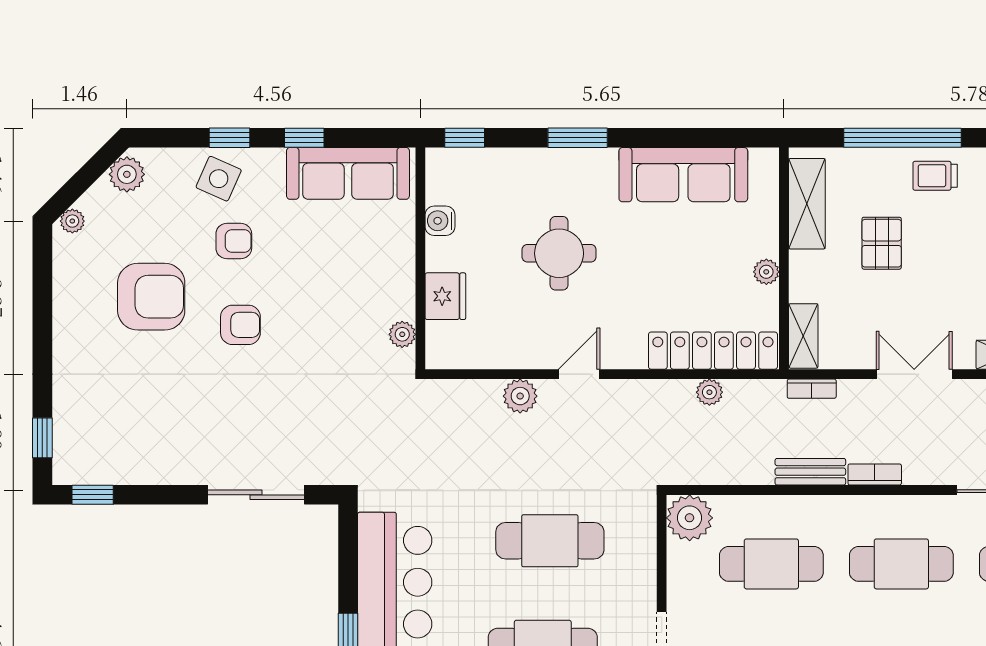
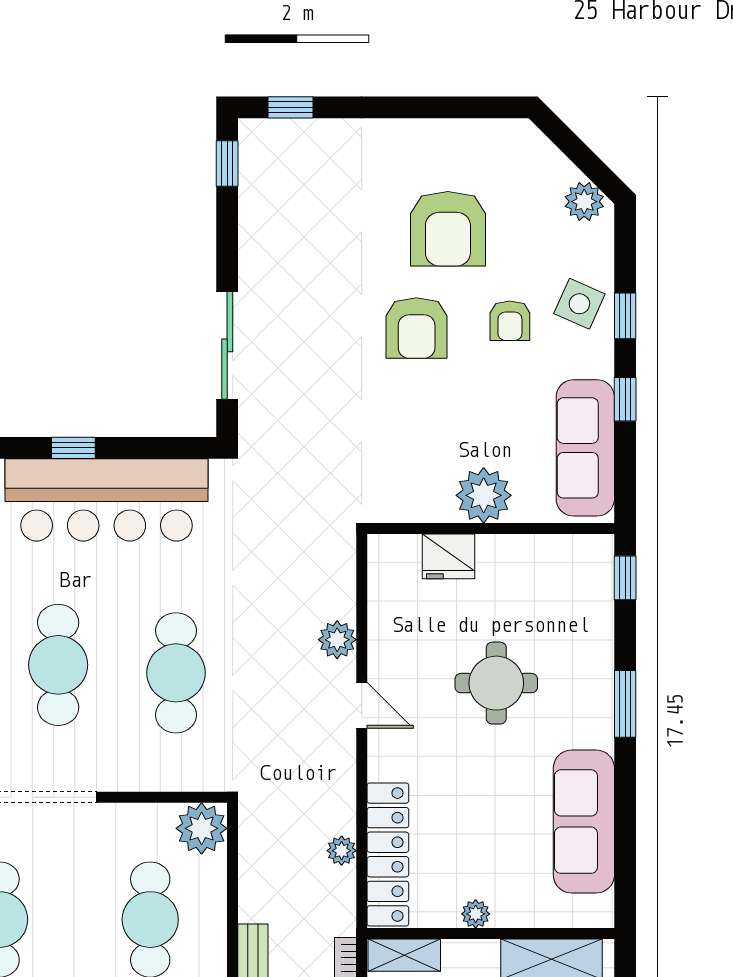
plant: (72, 221) -> (532, 141), removed
water cooler: (440, 221) -> (532, 550), removed
armchair: (240, 325) -> (417, 328), width x1.38, depth x1.38
plant: (402, 334) -> (484, 495), moved, width x1.88, depth x1.88

